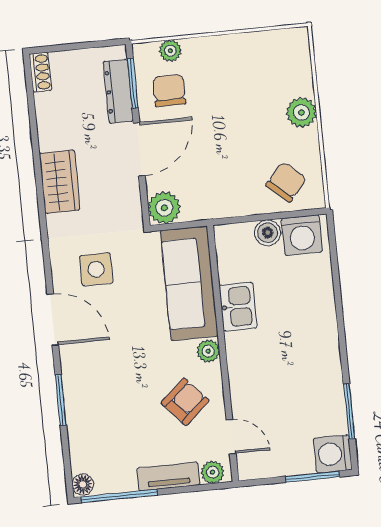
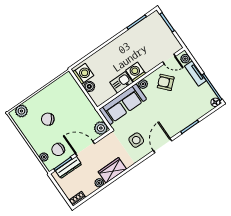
plant: (301, 112) -> (21, 111), moved
plant: (49, 139) -> (99, 183), added
chair: (286, 182) -> (48, 119), moved
door: (231, 437) -> (169, 59), swing flipped
washing machine: (333, 454) -> (136, 72), moved, turned 180

